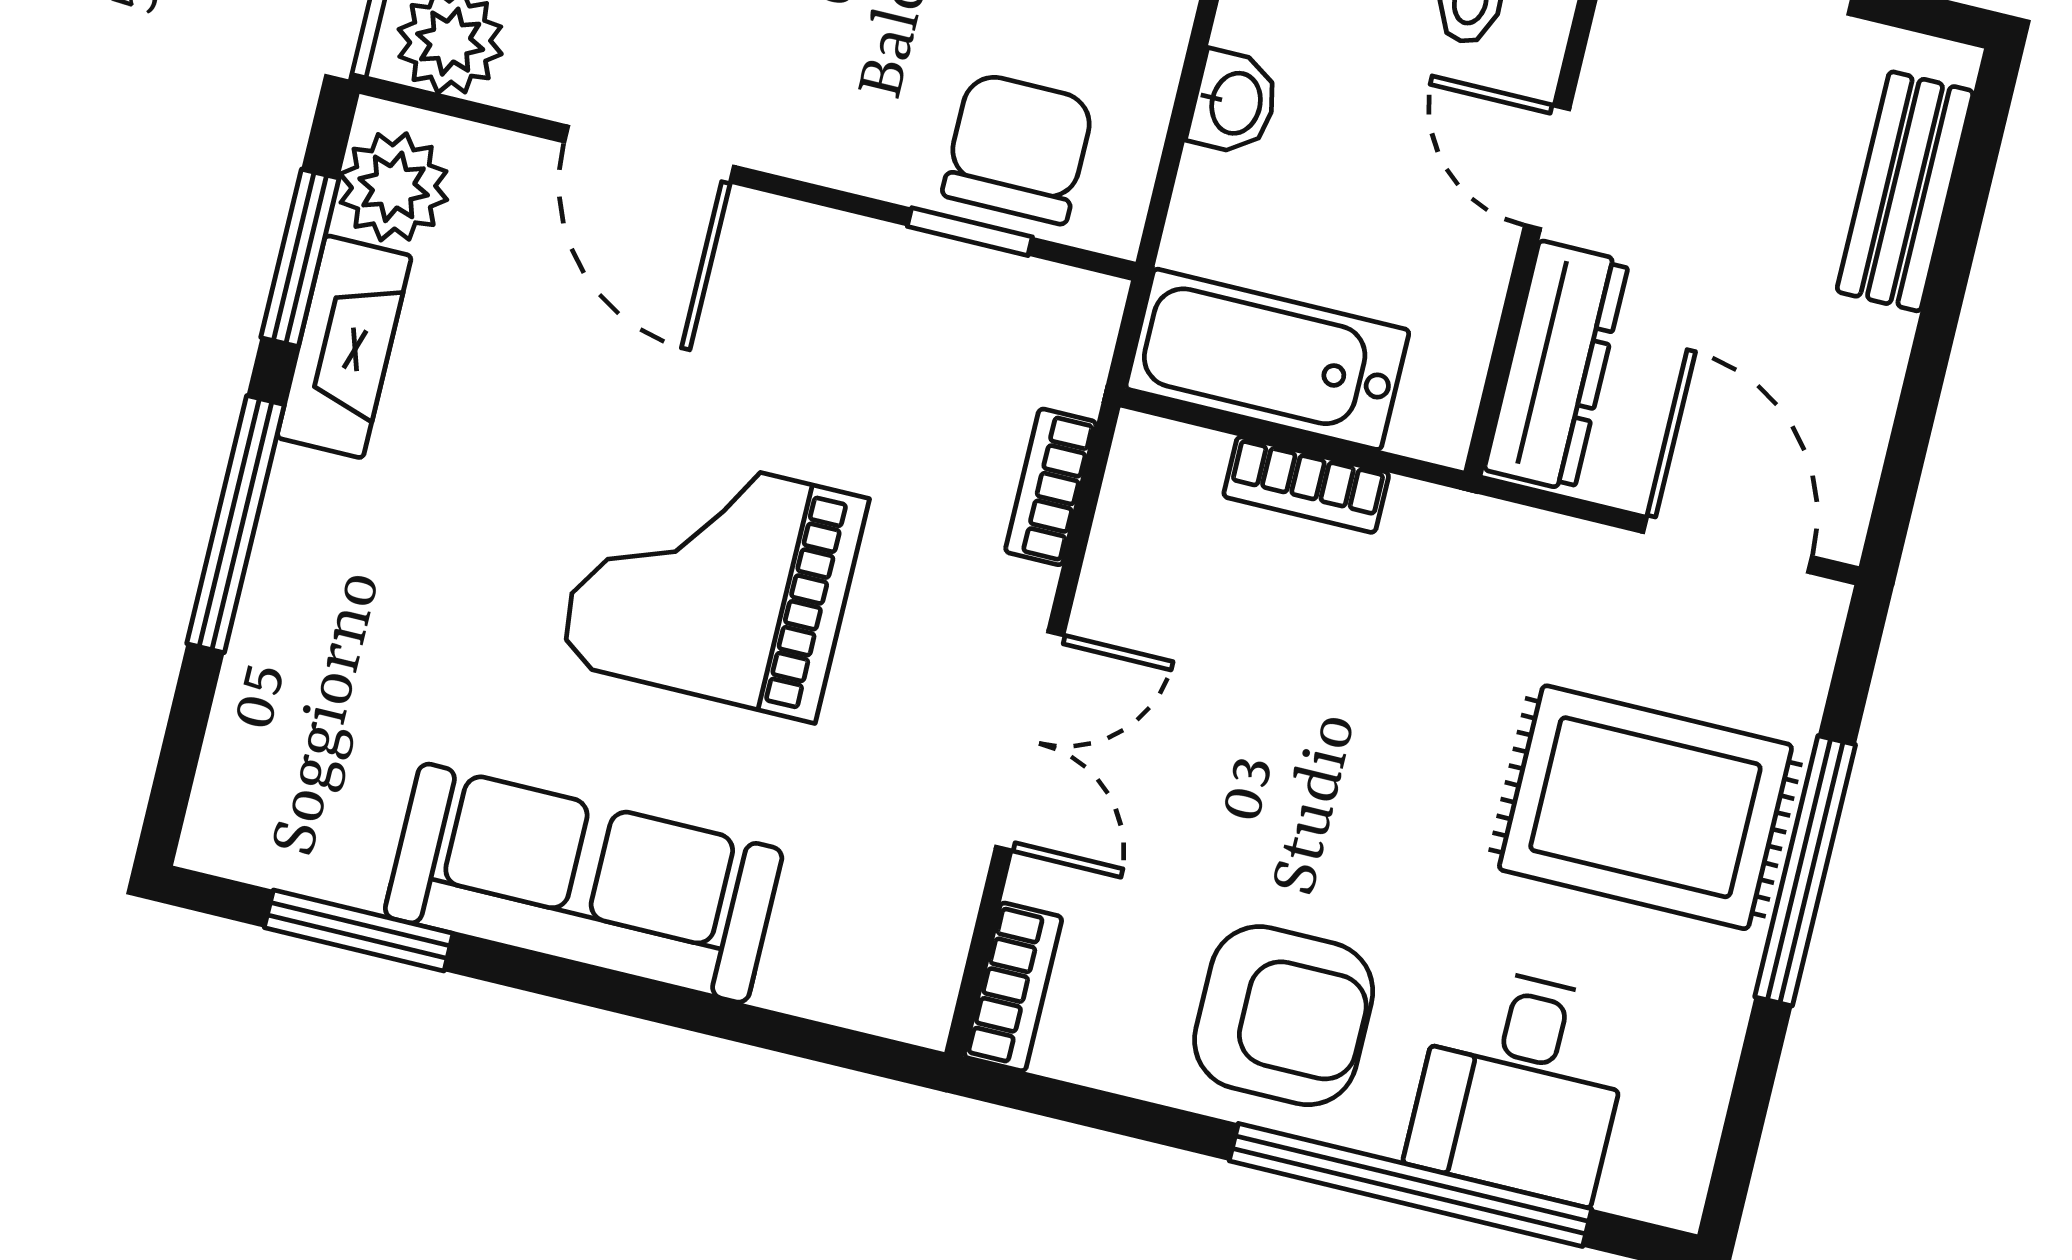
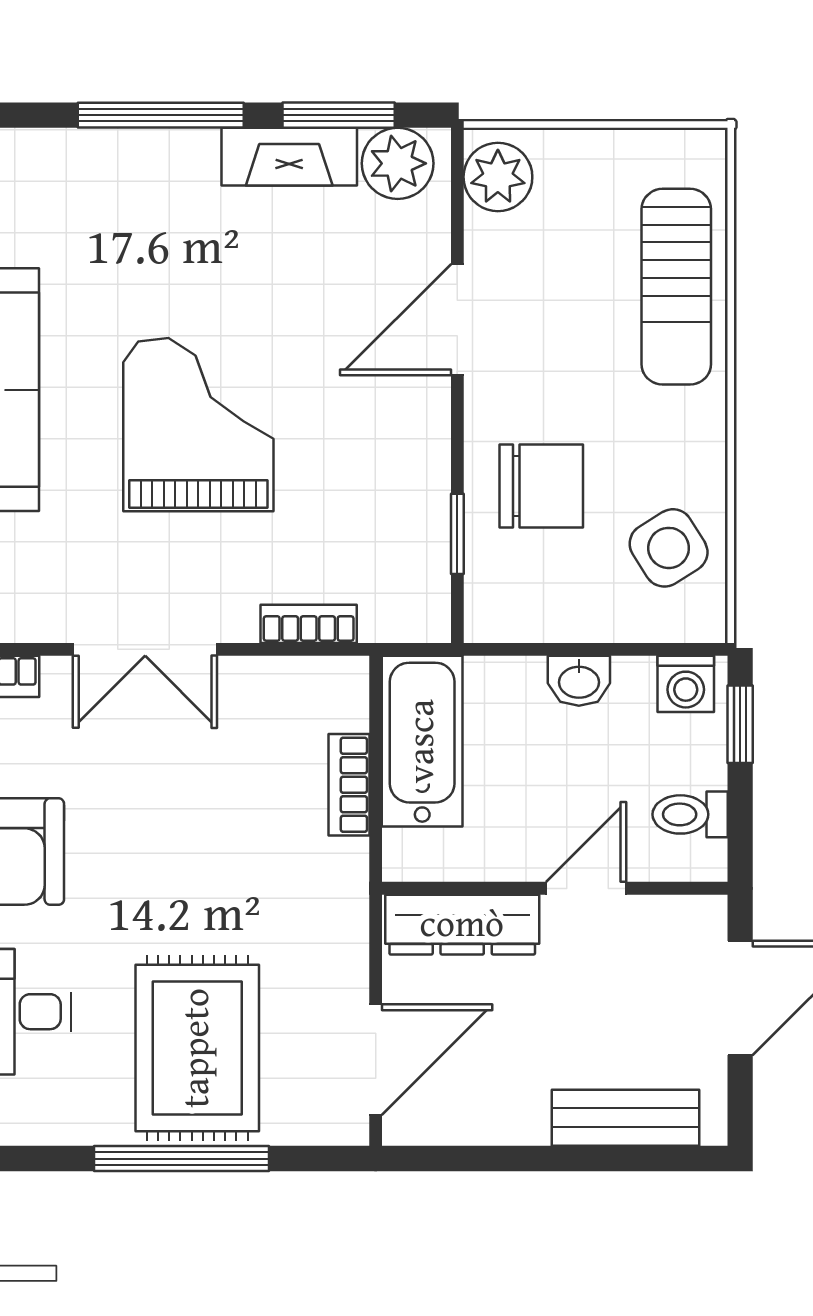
chair: (1018, 148) -> (541, 486), moved

